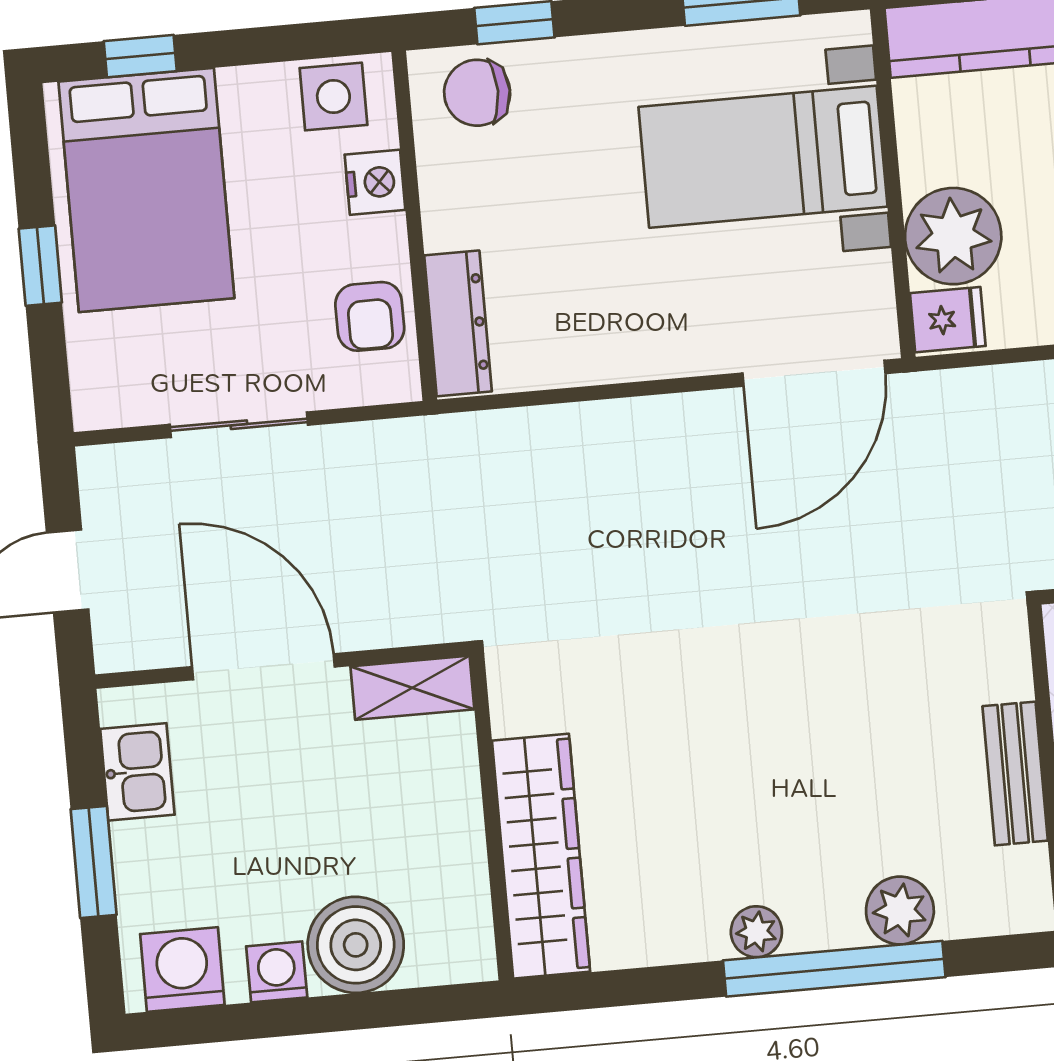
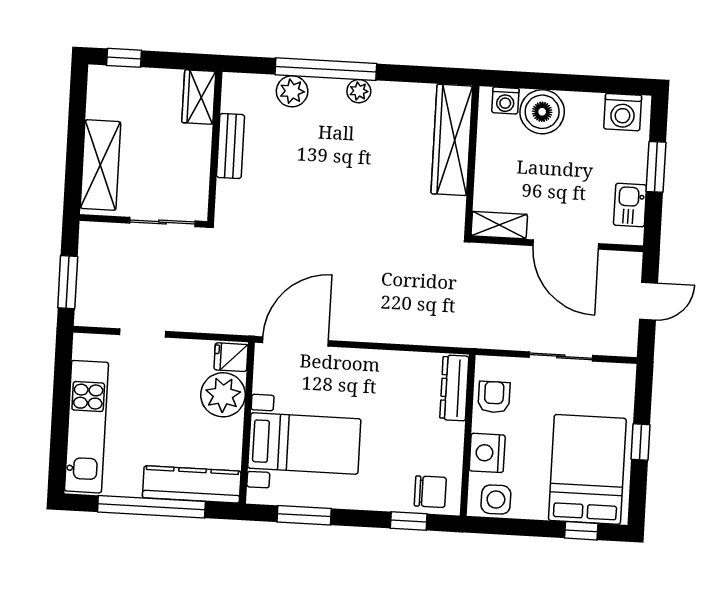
nightstand: (375, 182) -> (487, 453), width x1.36, depth x1.33
washing machine: (277, 972) -> (505, 101), moved

